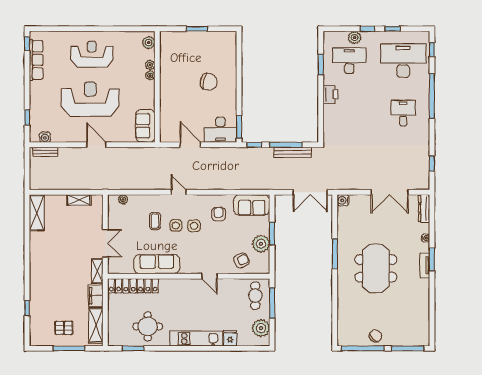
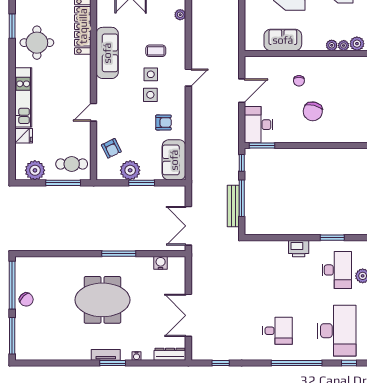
plant: (150, 75) -> (344, 45), moved
chair: (182, 94) -> (299, 81), added
sofa: (145, 126) -> (283, 40), moved
water cooler: (343, 200) -> (161, 263), moved

